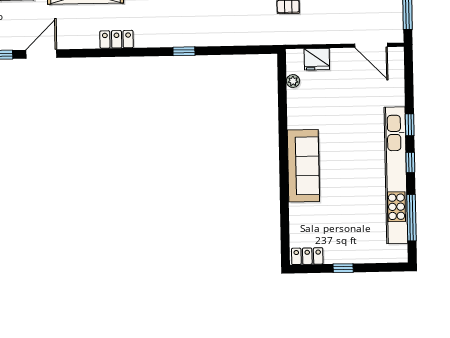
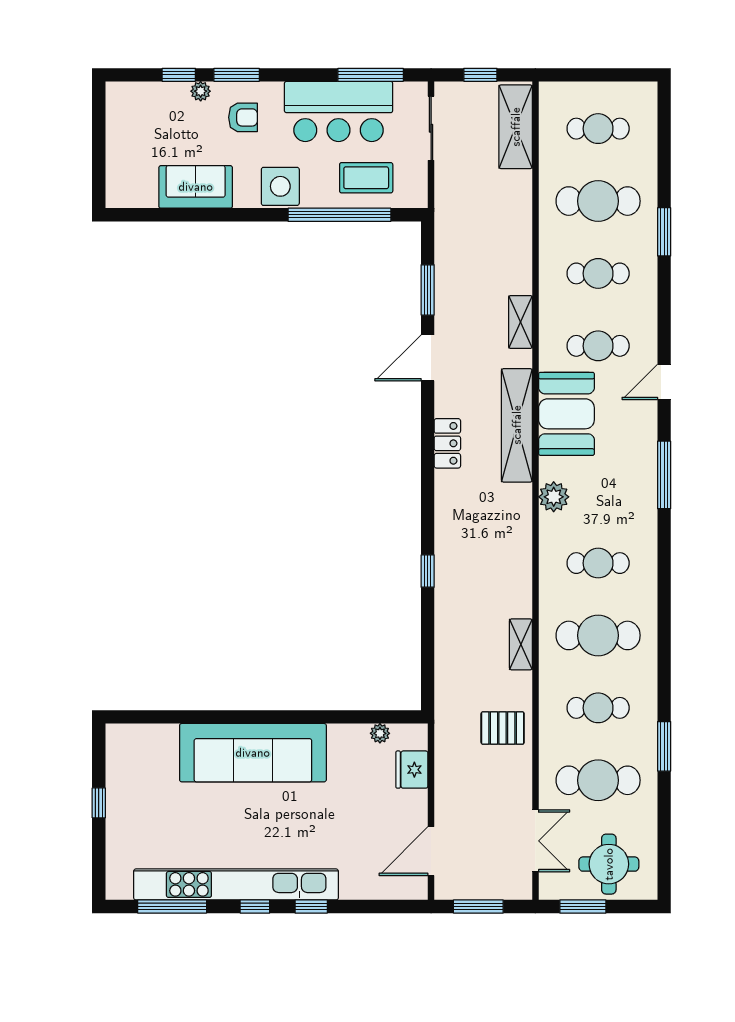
locker: (117, 39) -> (447, 443), moved
door: (41, 54) -> (428, 358), swing flipped
sofa: (303, 166) -> (253, 753), width x1.36, depth x1.27
locker: (307, 256) -> (118, 750), removed

